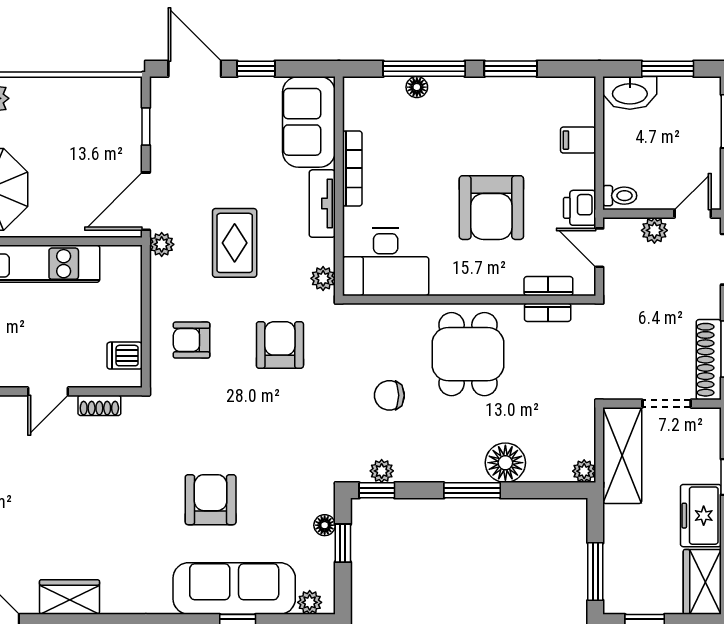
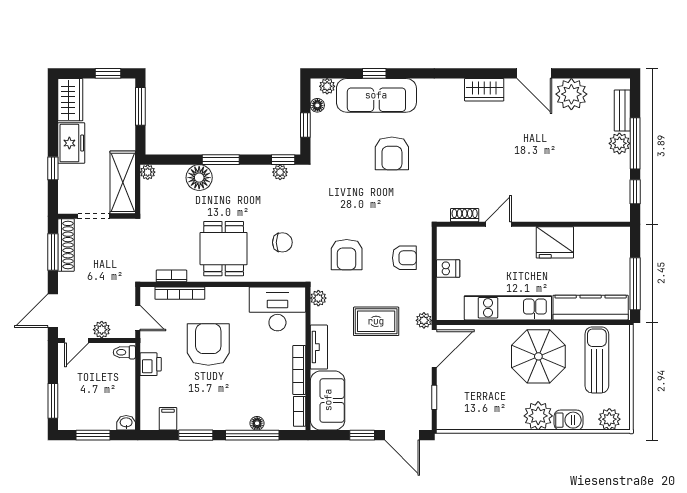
washbasin: (630, 93) -> (126, 423), width x0.52, depth x0.69
bookcase: (352, 105) -> (300, 411), added
filing cabinet: (578, 140) -> (168, 419), moved, turned -90
printer: (580, 208) -> (151, 364), moved
rug: (235, 243) -> (376, 321), turned 90
bookcase: (548, 286) -> (180, 293), width x1.56
dishwasher: (125, 356) -> (448, 269), moved
chair: (389, 395) -> (282, 242), moved
floor lamp: (325, 525) -> (317, 105), moved

